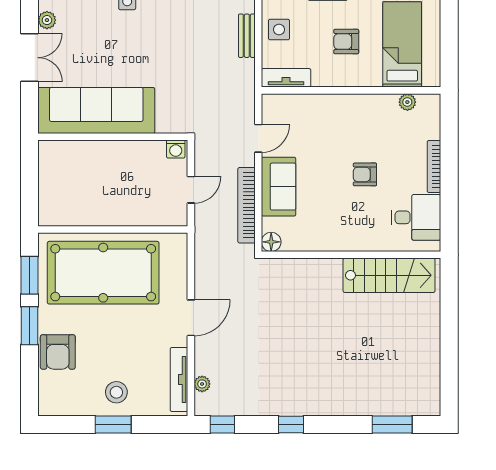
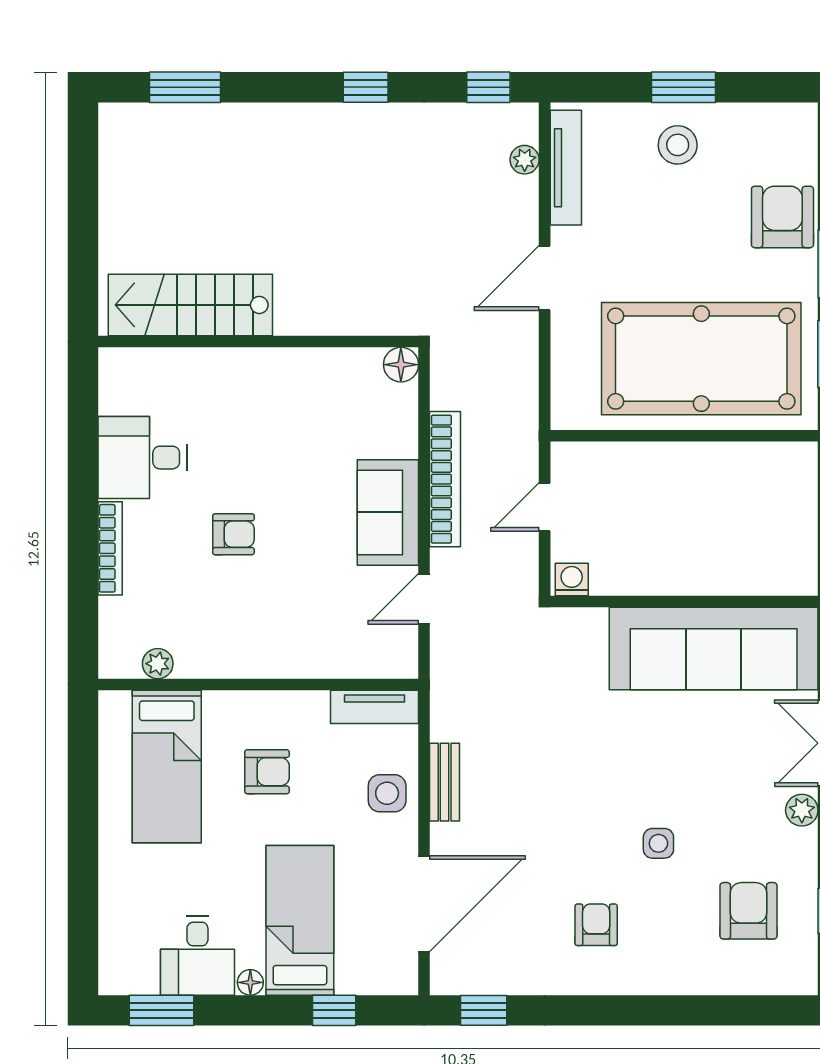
floor lamp: (271, 242) -> (401, 365), moved
wall: (351, 255) -> (258, 342), moved
stairs: (389, 275) -> (190, 305), moved

